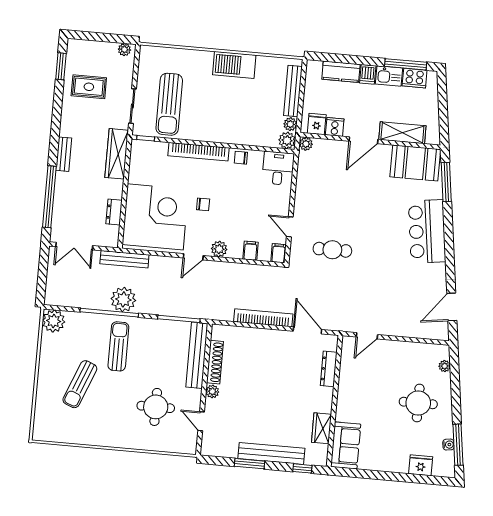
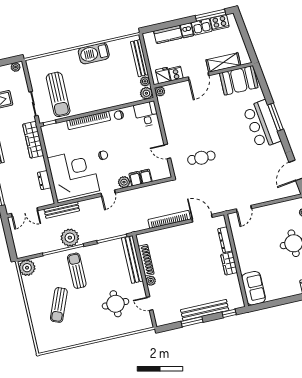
window: (446, 182) -> (276, 117), moved
filing cabinet: (279, 253) -> (135, 179), moved
wardrobe: (321, 428) -> (229, 263), moved

